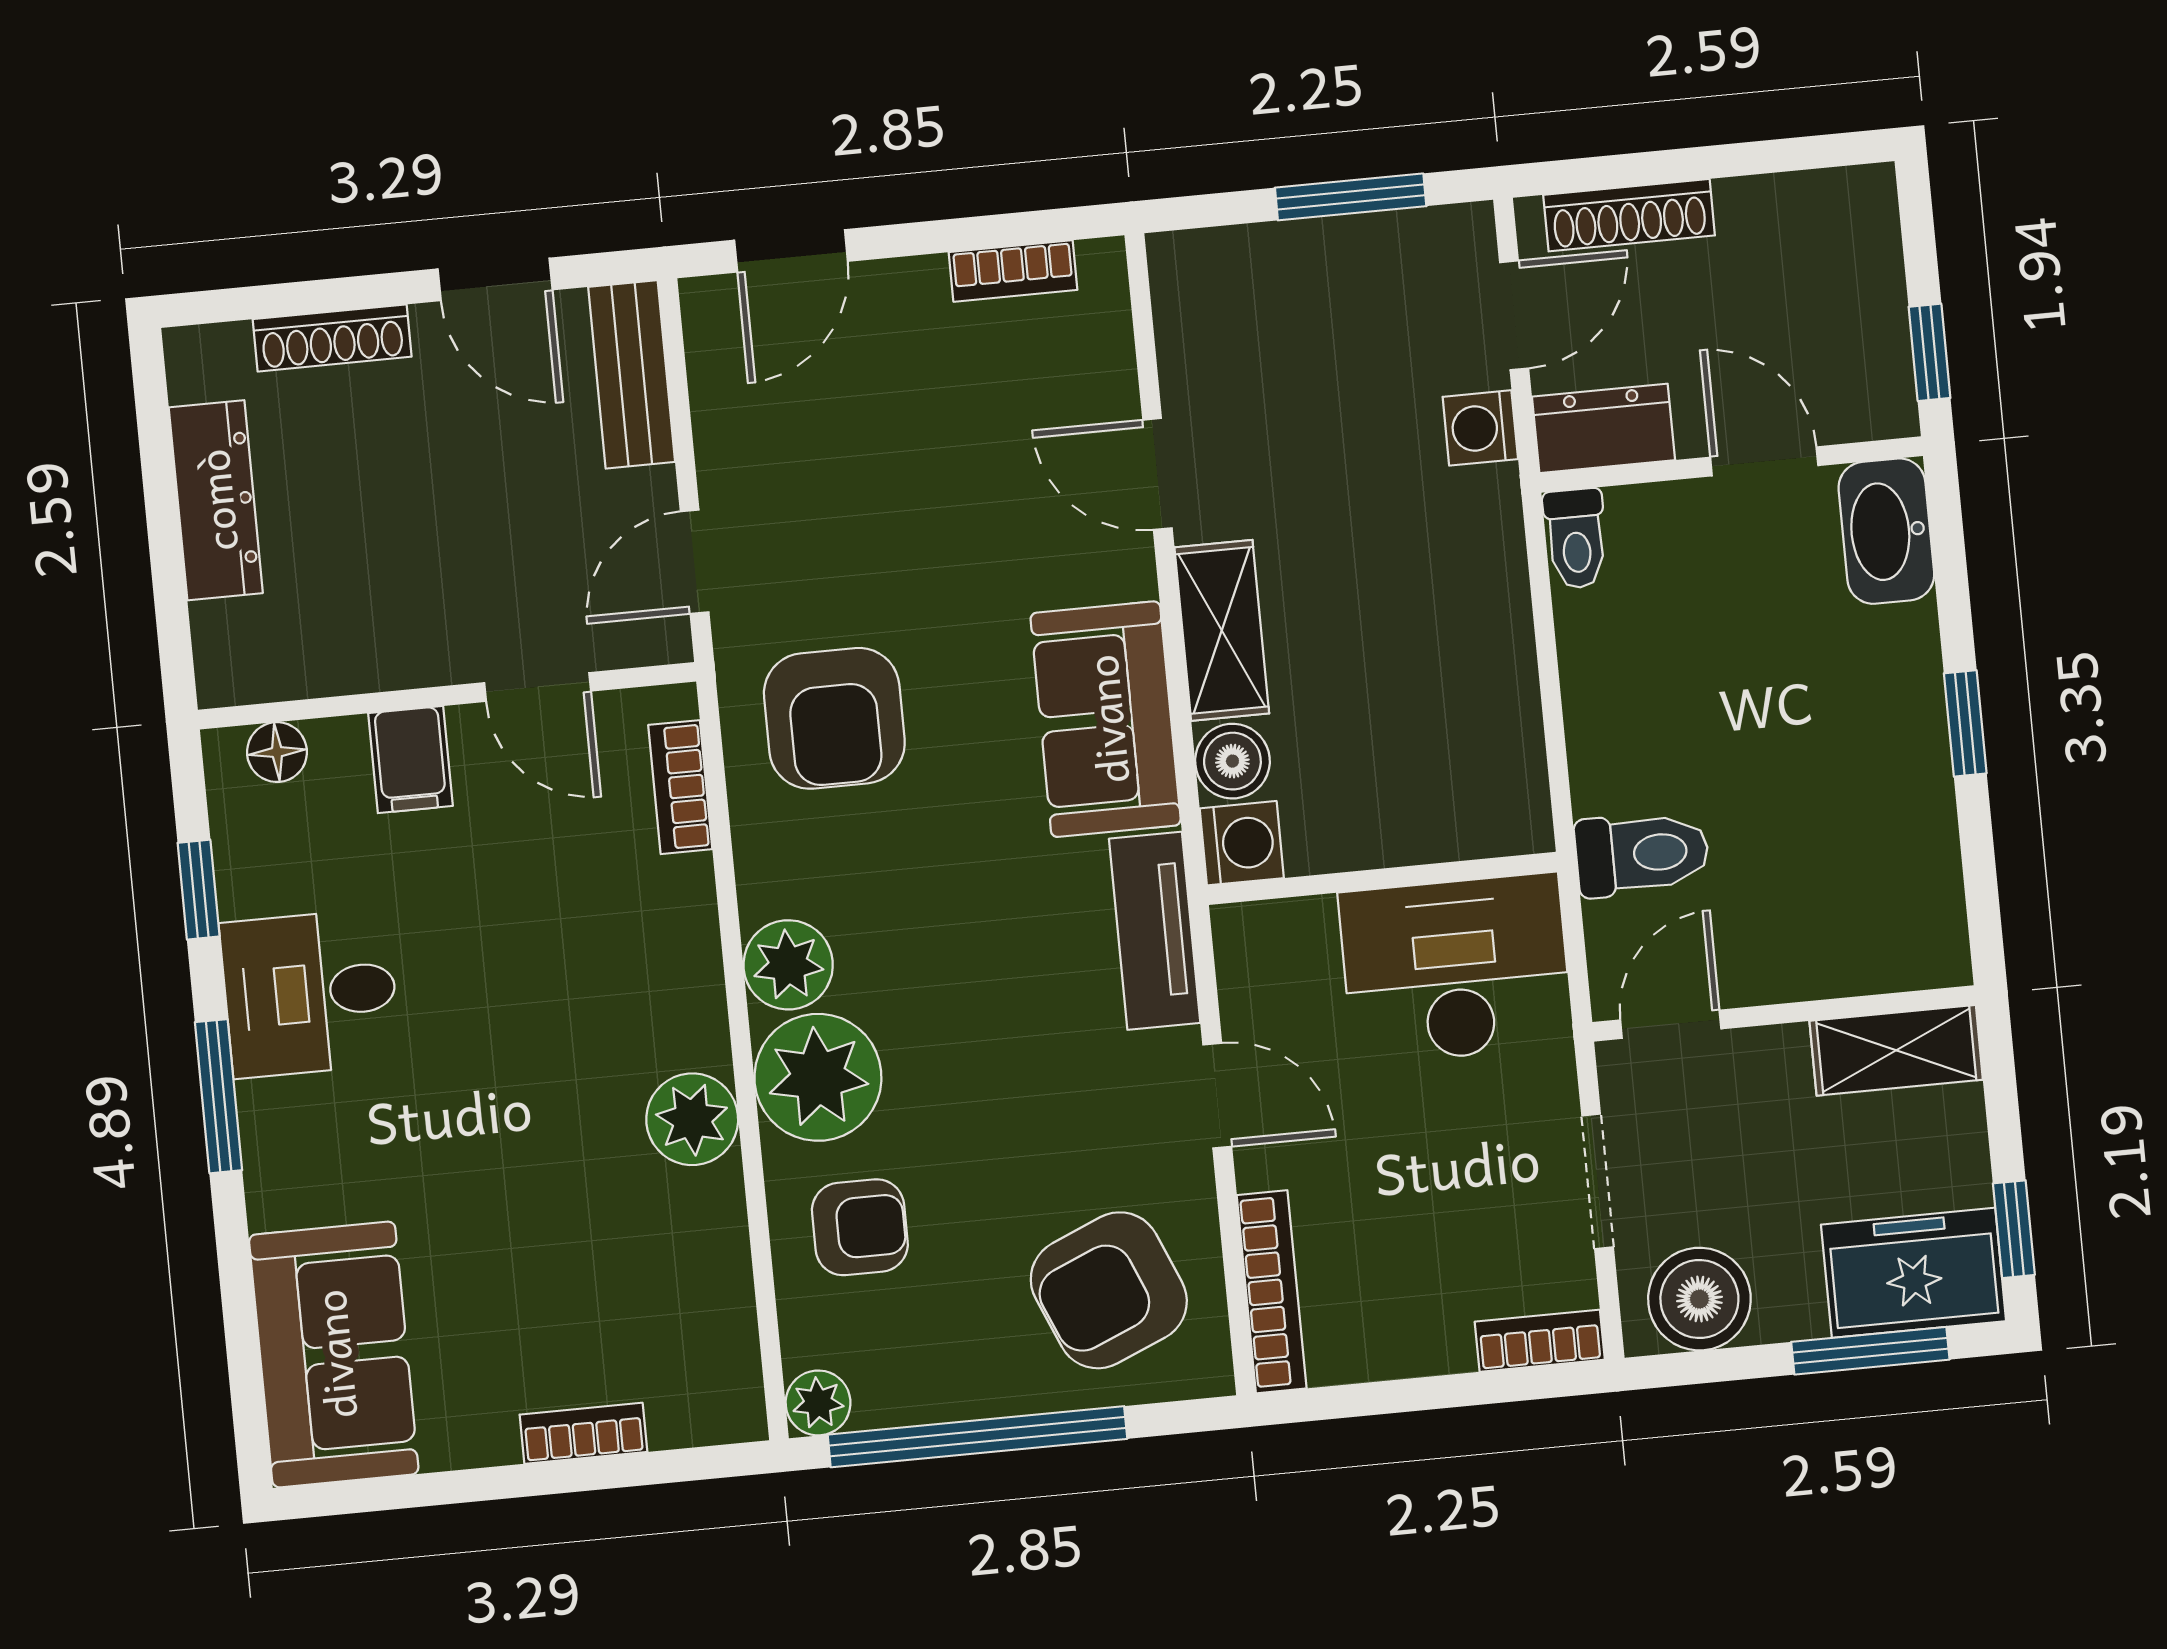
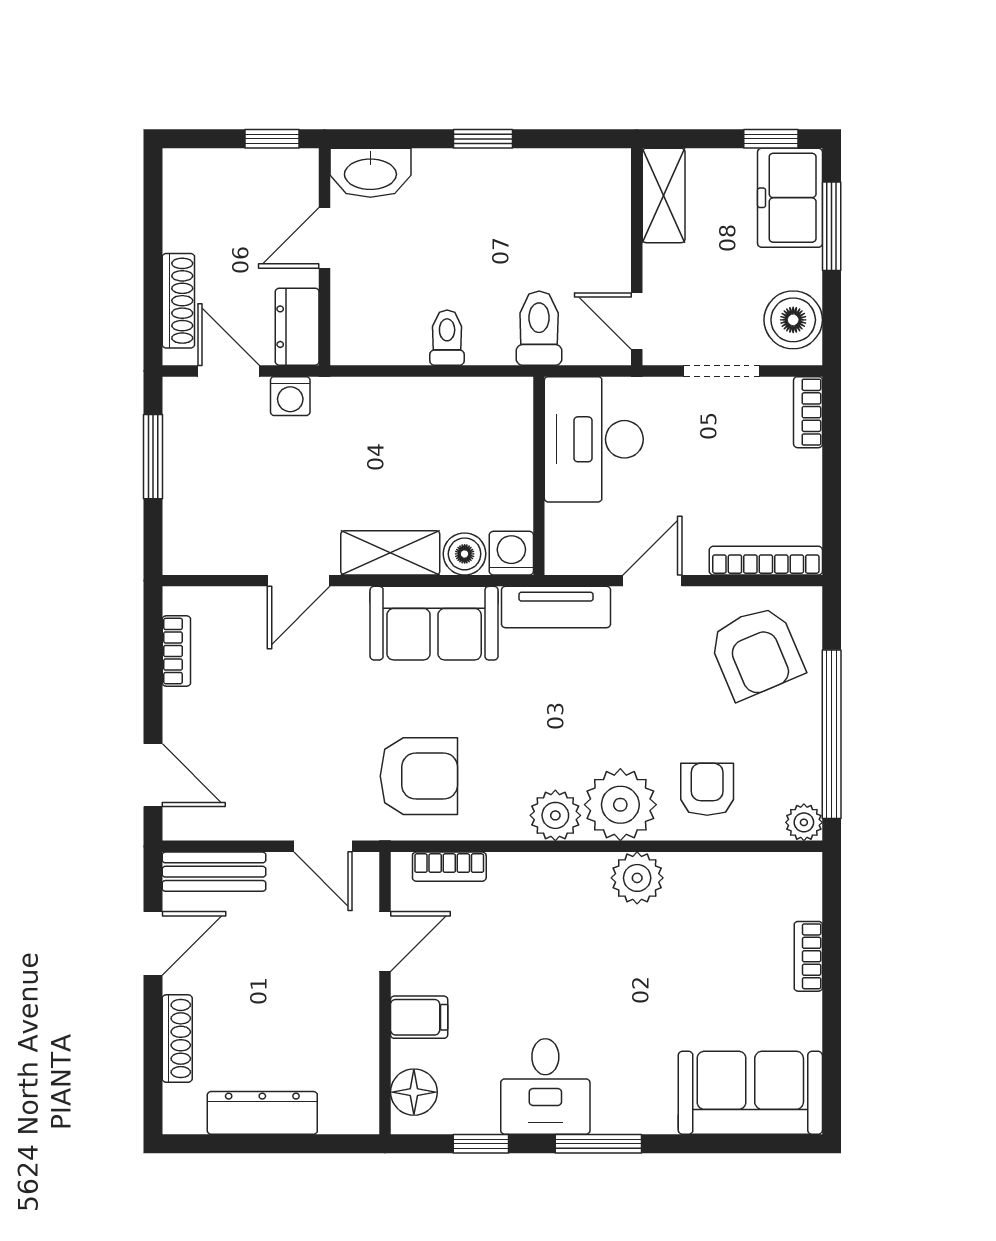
toilet: (1576, 539) -> (447, 338), moved, turned -90
floor lamp: (277, 752) -> (414, 1092), width x1.37, depth x1.37

